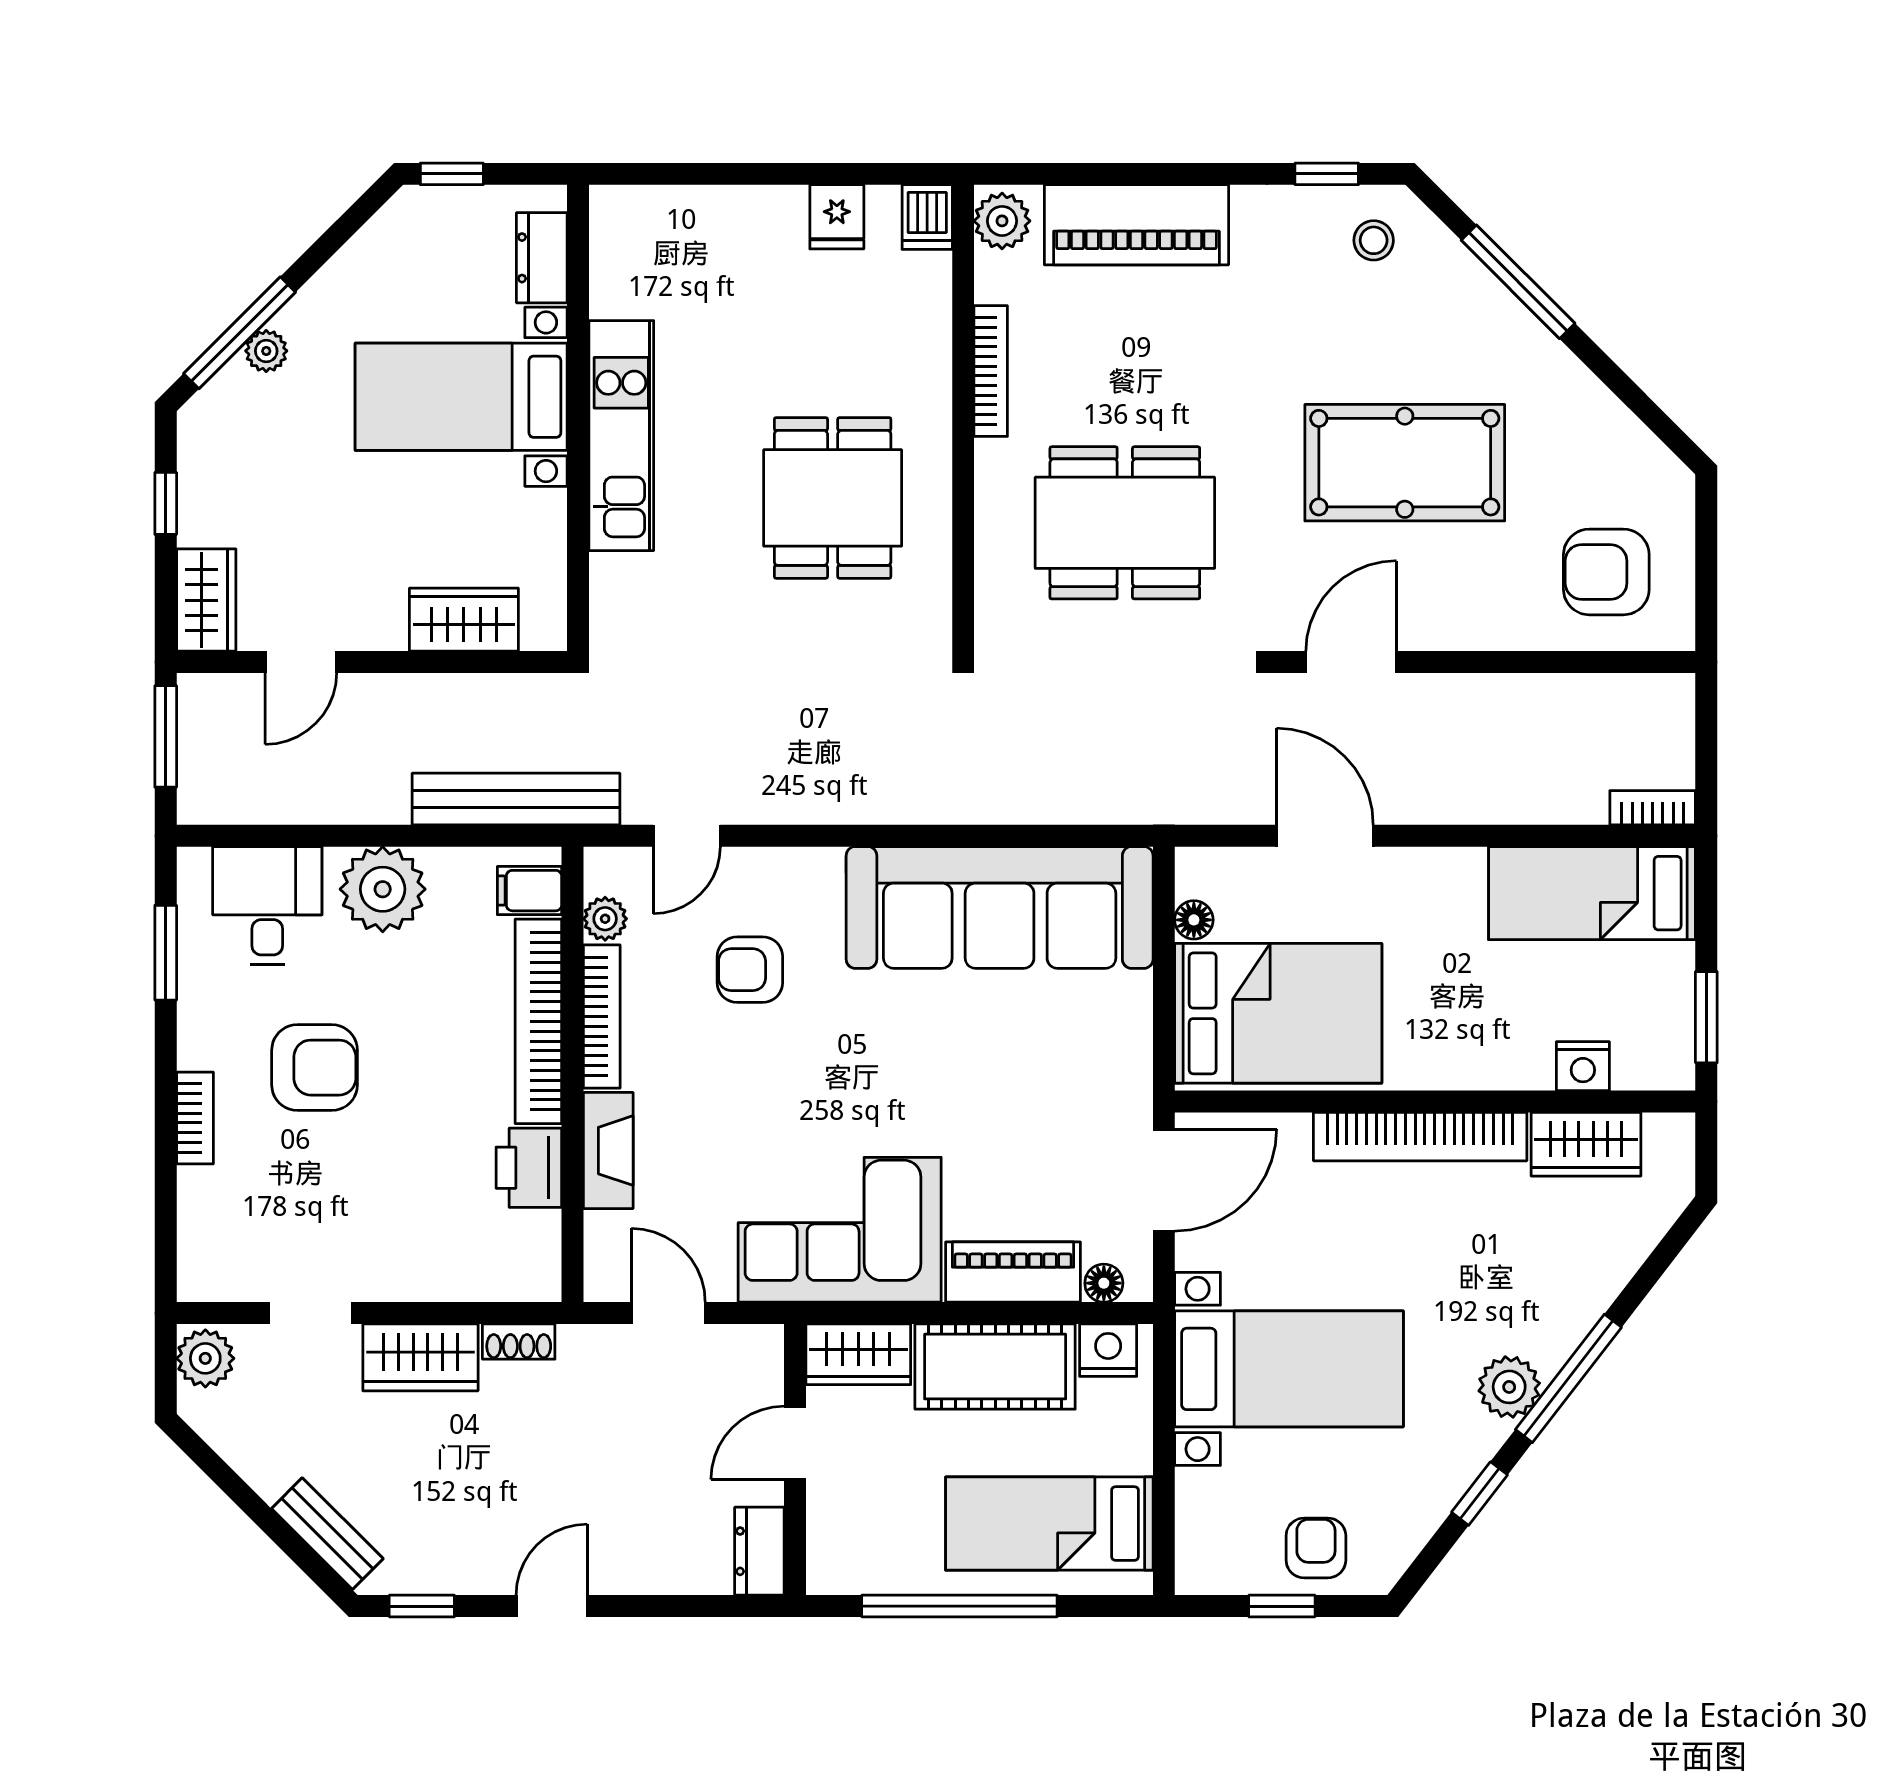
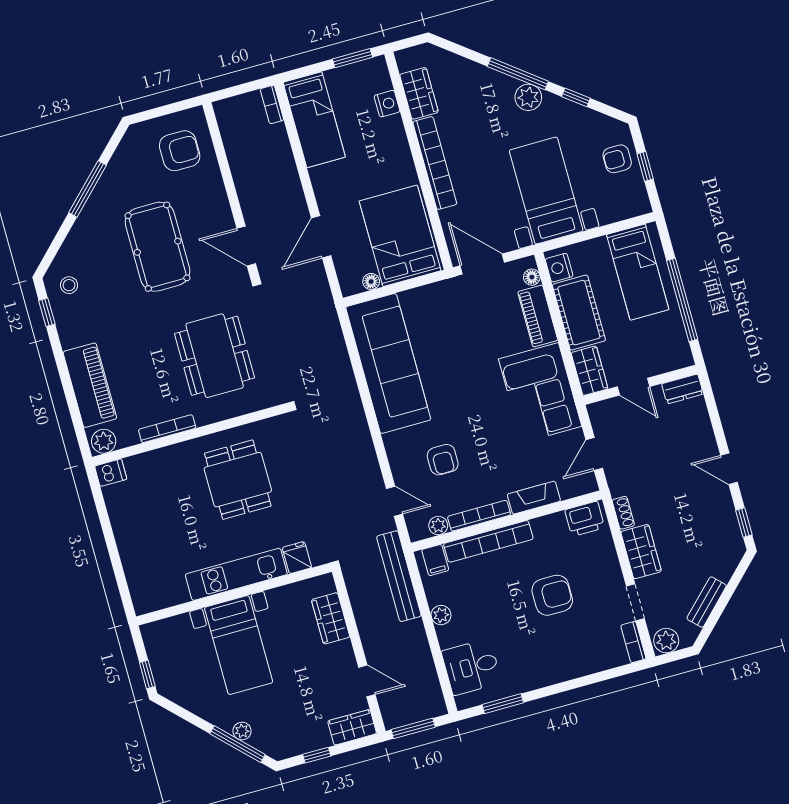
fridge: (837, 217) -> (297, 558), moved, turned -90
dresser: (542, 258) -> (172, 628), removed
window: (1518, 282) -> (87, 189), moved
dining table: (833, 498) -> (238, 480), turned 90
armchair: (1606, 572) -> (180, 151), turned -90
plant: (383, 889) -> (441, 615), width x0.53, depth x0.53
armchair: (315, 1068) -> (552, 595), moved, turned 90
bookcase: (195, 1118) -> (633, 642), moved, turned -90
printer: (529, 1168) -> (585, 519), moved
bench: (327, 1534) -> (707, 602), moved

